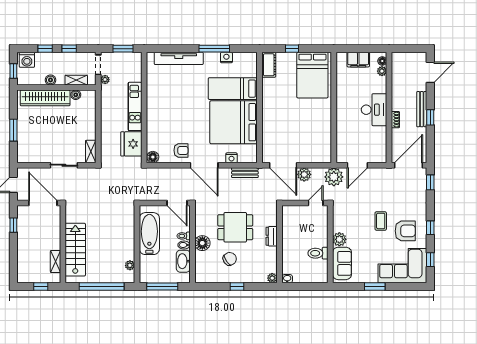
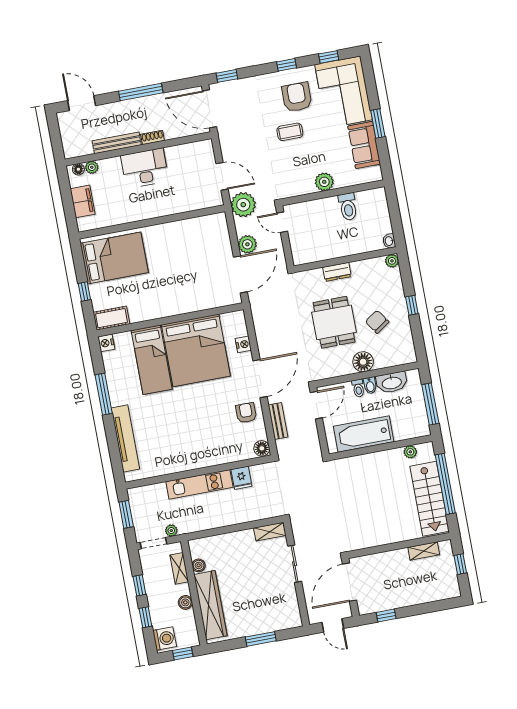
nightstand: (226, 58) -> (106, 343), moved
bench: (422, 109) -> (117, 143), moved
window: (430, 117) -> (141, 92), width x2.17
fridge: (131, 144) -> (241, 478), width x0.53, depth x0.75
bench: (245, 173) -> (278, 421), moved
stairs: (75, 250) -> (430, 499), moved, turned -90
sofa: (342, 263) -> (364, 145), moved, turned -90

